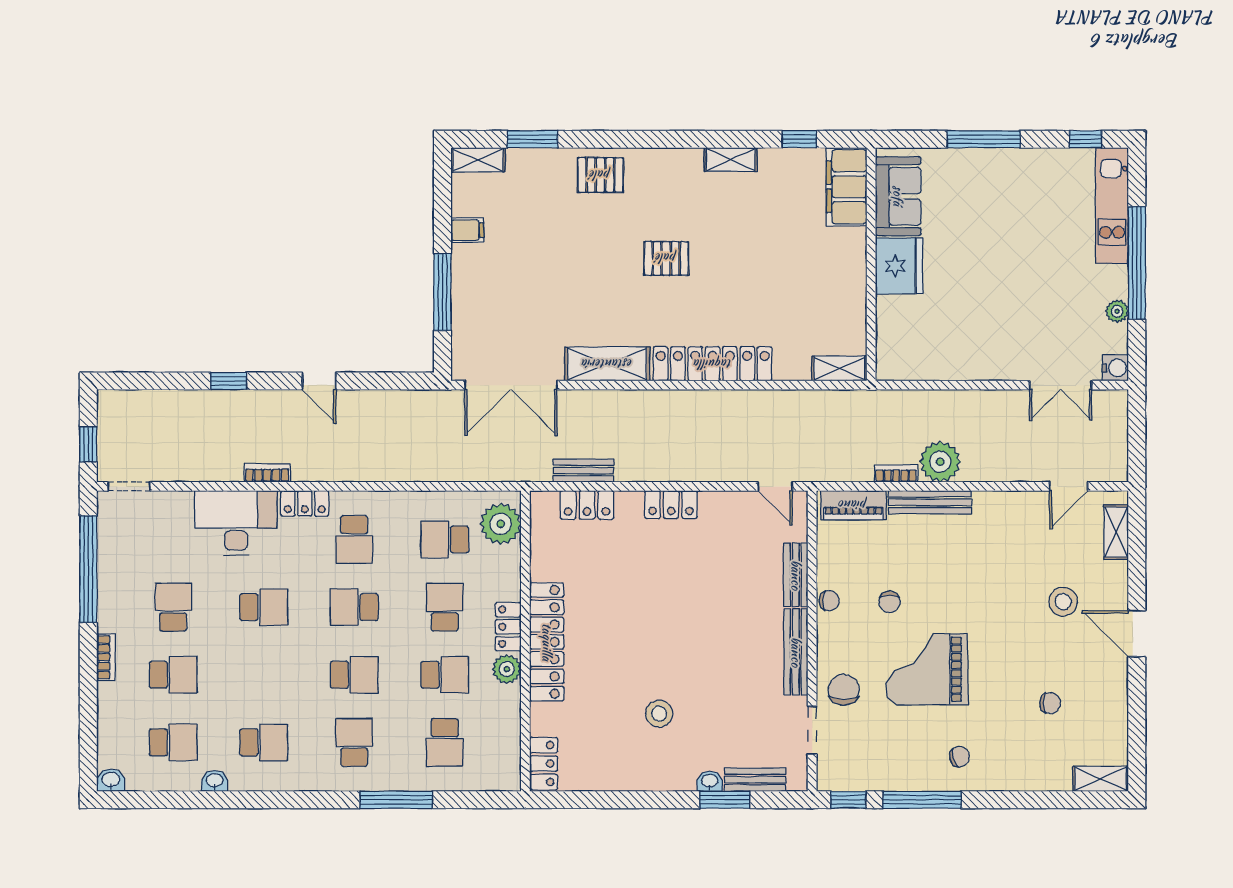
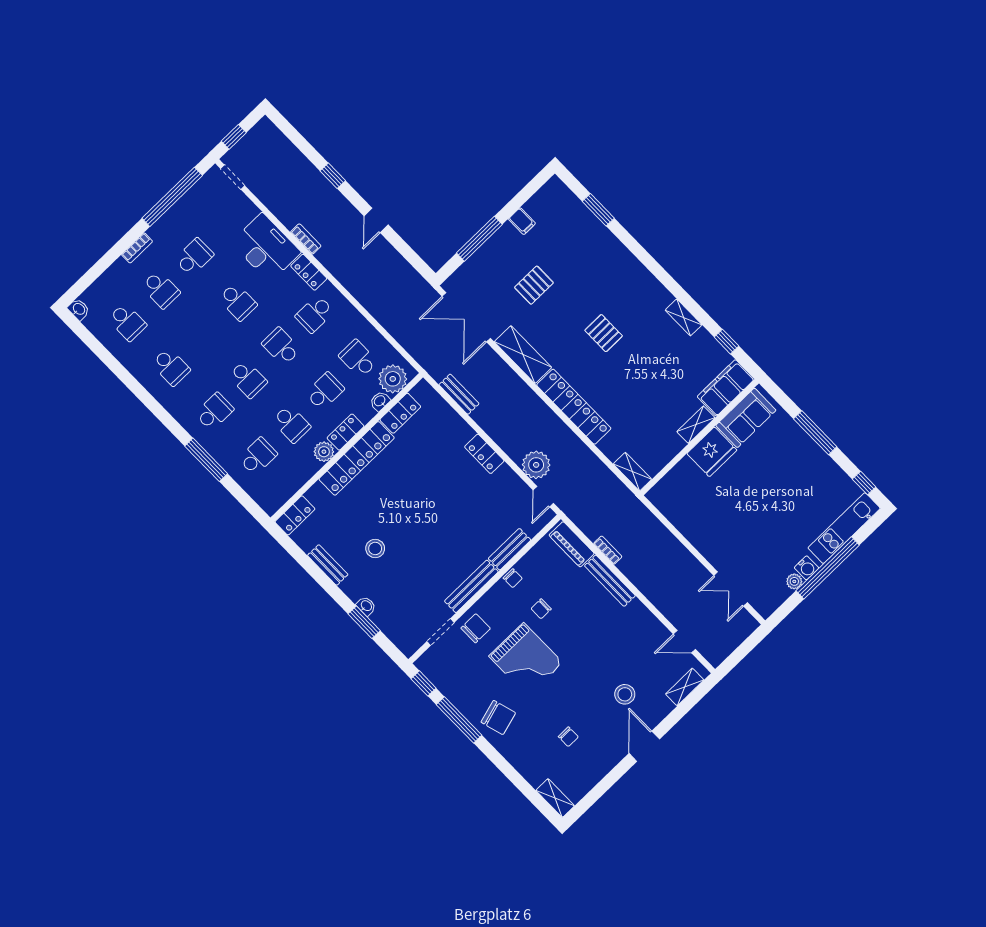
shelving: (478, 160) -> (696, 425), moved, turned 90
pallet: (600, 175) -> (534, 285), moved, turned 90
water cooler: (1115, 368) -> (807, 568), moved
plant: (940, 462) -> (536, 465), moved
locker: (587, 505) -> (400, 413), moved, turned -90
grand piano: (927, 669) -> (526, 659), turned 180
school desk: (445, 742) -> (258, 456), turned 180
chair: (959, 757) -> (498, 718), width x1.87, depth x1.87
bench: (755, 780) -> (328, 565), moved
washbasin: (215, 781) -> (380, 401), moved, turned -90

